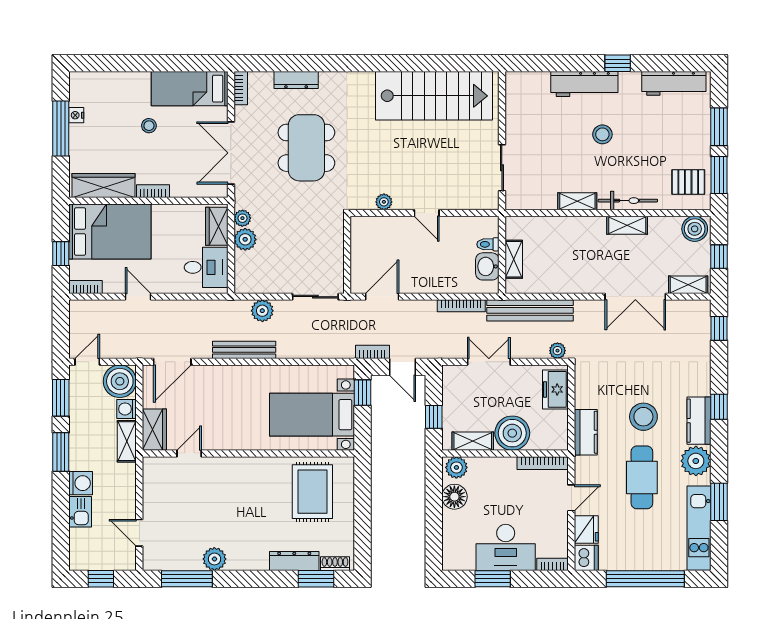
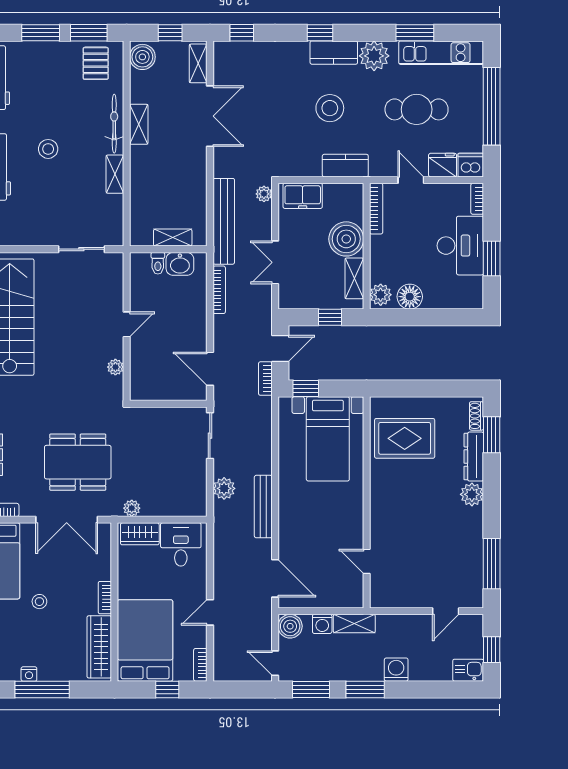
dining table: (306, 148) -> (78, 462), moved
plant: (245, 239) -> (153, 506), removed
boiler: (120, 381) -> (290, 626), width x0.73, depth x0.73
wardrobe: (154, 430) -> (343, 596), removed
cafe table: (642, 477) -> (417, 109), moved
kitchen sink: (80, 512) -> (468, 670), moved
plant: (214, 559) -> (472, 494), moved

